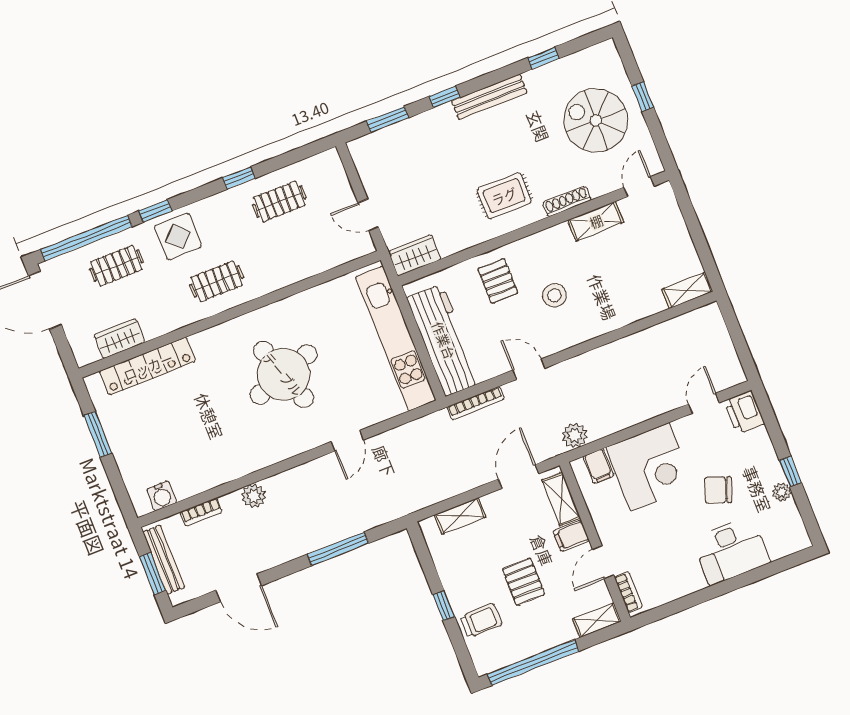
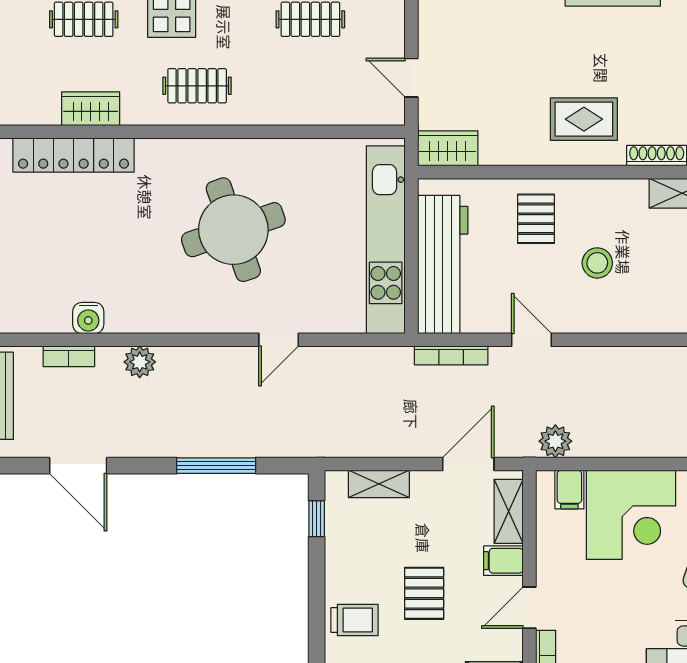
wardrobe: (119, 339) -> (91, 109), moved
water cooler: (162, 496) -> (88, 318), moved
window: (444, 606) -> (317, 519), moved

